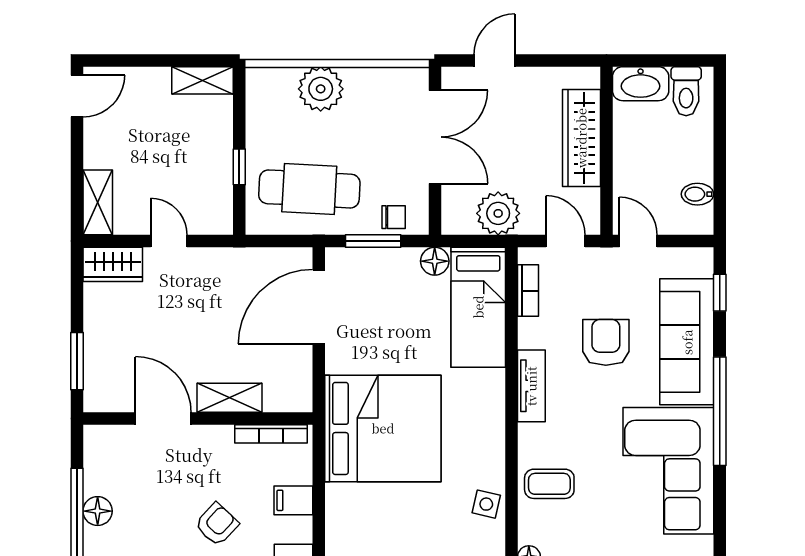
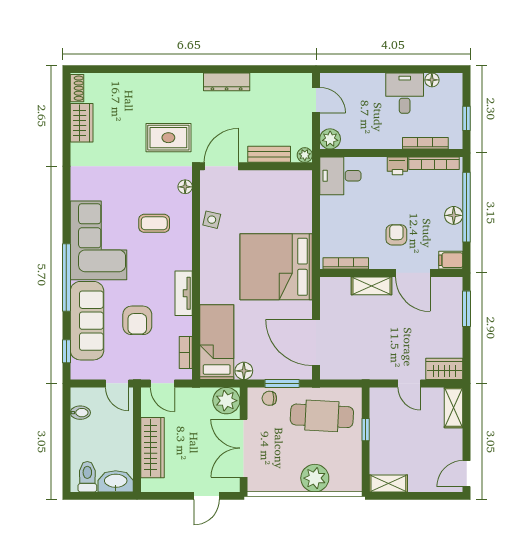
plant: (498, 213) -> (226, 401), moved
door: (319, 307) -> (316, 342), swing flipped
coffee table: (549, 484) -> (154, 223), moved
filing cabinet: (293, 500) -> (451, 260), moved, turned 180
armchair: (217, 524) -> (396, 235), moved, turned 137

